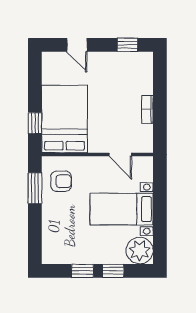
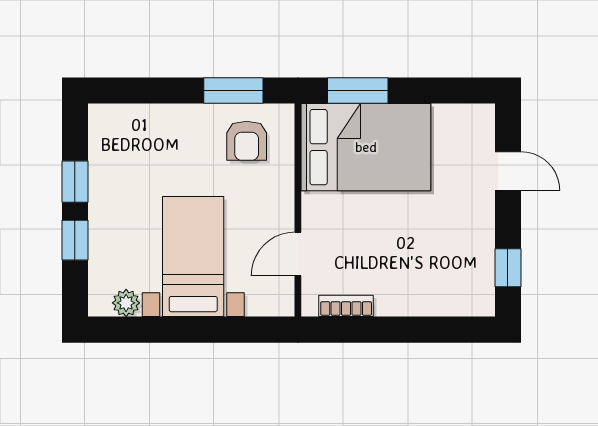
door: (77, 45) -> (508, 171), swing flipped
bookcase: (147, 110) -> (346, 306), moved
window: (35, 123) -> (358, 91), width x1.50
plant: (140, 250) -> (126, 303), width x0.53, depth x0.53

